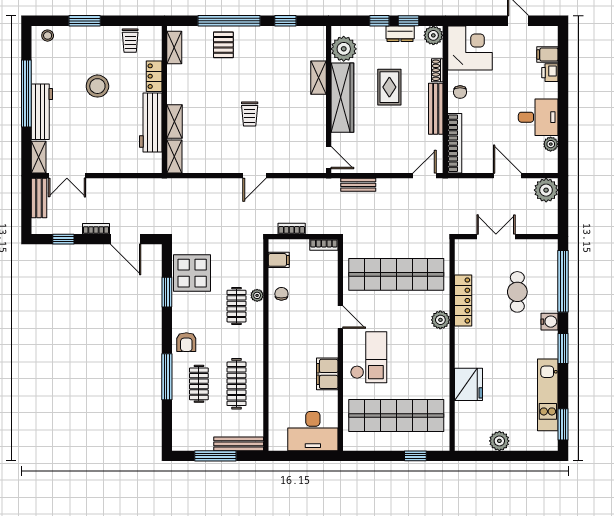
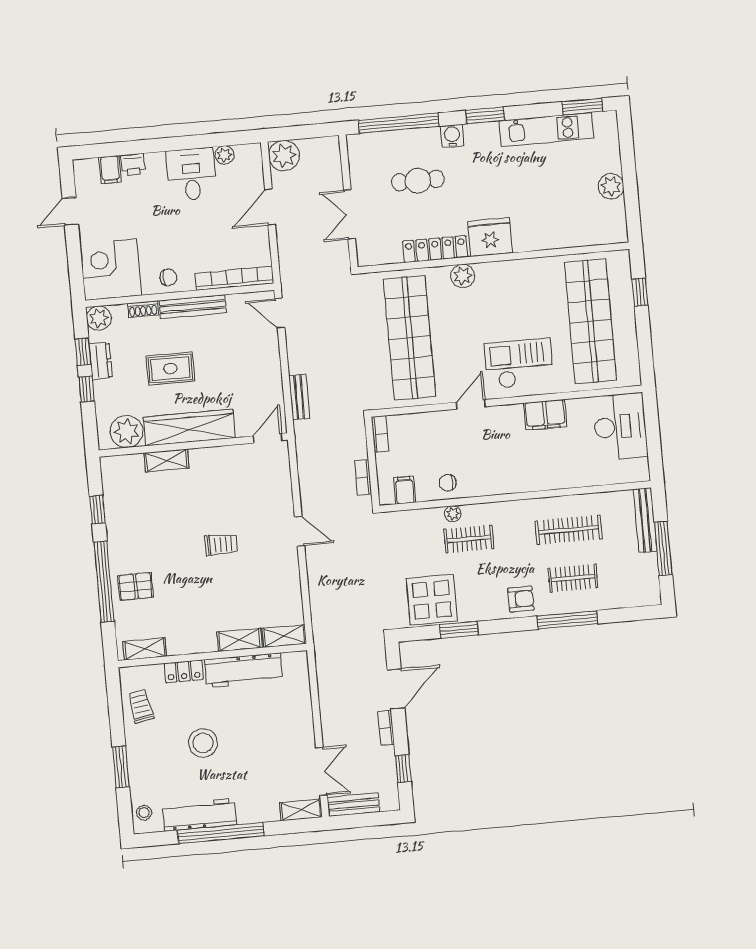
trolley: (130, 41) -> (141, 706), turned -100
workbench: (42, 112) -> (199, 815), moved
fridge: (469, 384) -> (490, 237), moved

